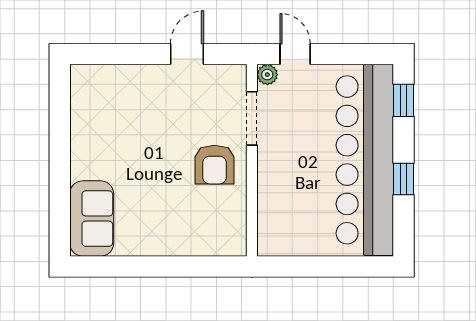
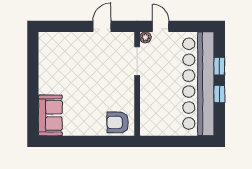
window: (404, 100) -> (219, 66), moved
armchair: (214, 165) -> (118, 122), moved, turned 90

